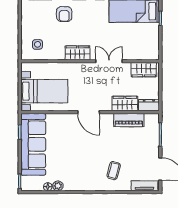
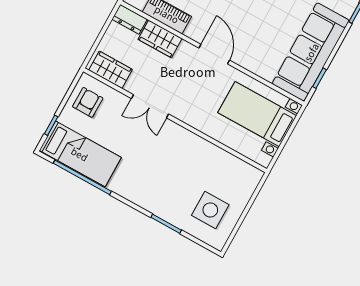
armchair: (64, 14) -> (88, 102), moved
side table: (37, 44) -> (210, 210), moved, width x1.87, depth x1.87
wardrobe: (78, 53) -> (185, 140), removed

